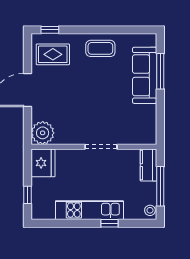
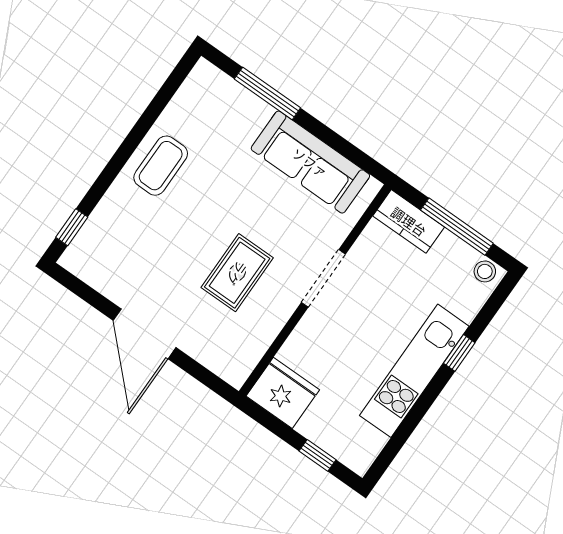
rug: (53, 54) -> (237, 273), moved
sofa: (145, 75) -> (310, 162), moved
plant: (43, 133) -> (233, 359), removed

